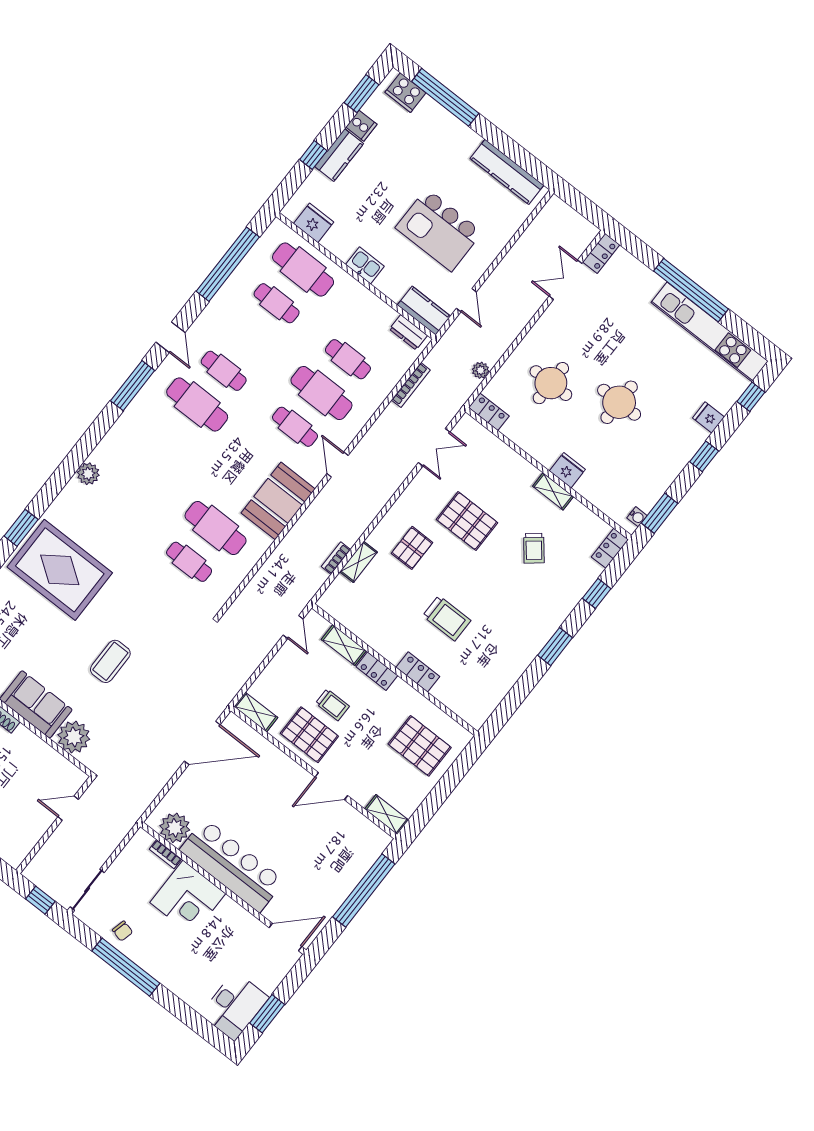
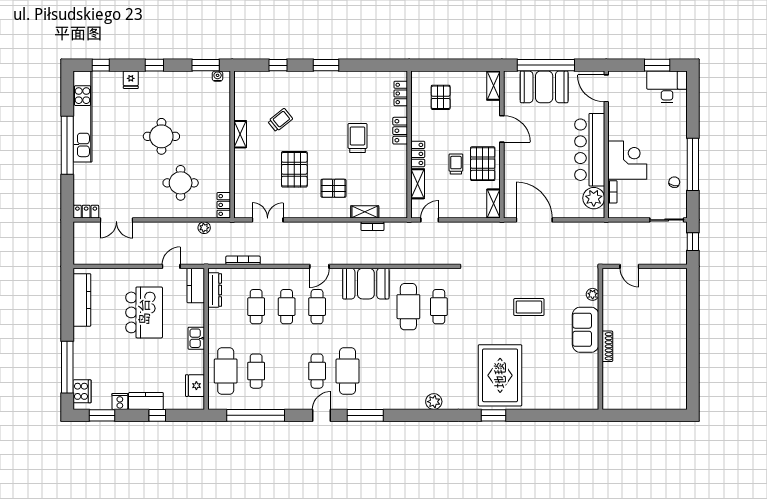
dresser: (408, 332) -> (215, 290), width x1.44
cafe table: (321, 393) -> (287, 307), width x0.73, depth x0.74
fridge: (567, 470) -> (222, 136), removed
locker: (610, 548) -> (401, 93), moved, turned 90
plant: (74, 737) -> (593, 294), width x0.53, depth x0.53
pallet: (420, 746) -> (441, 97), width x0.67, depth x0.71
booth: (341, 870) -> (544, 87), added

